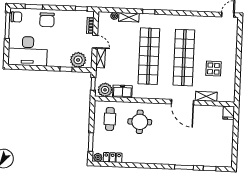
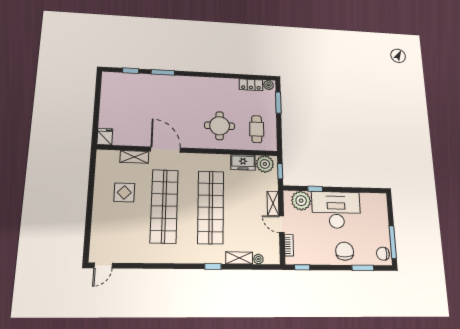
desk: (28, 51) -> (336, 210), moved

